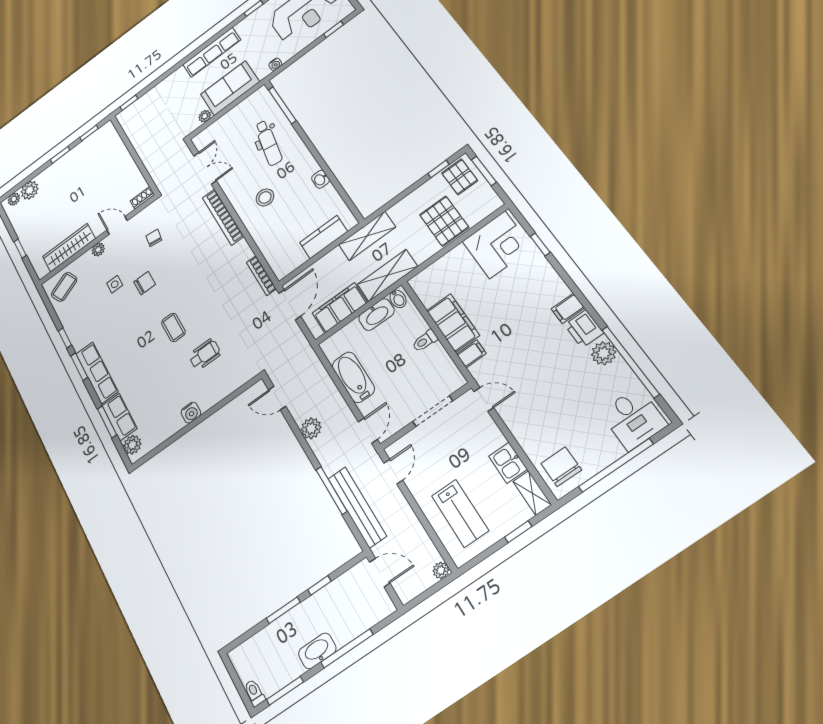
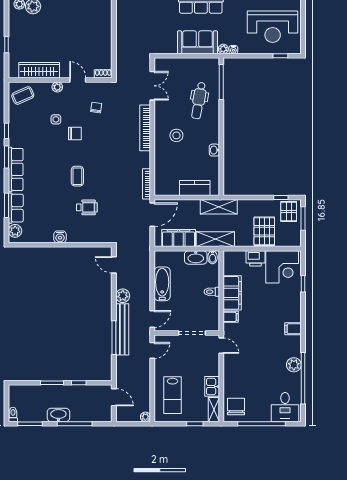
plant: (205, 116) -> (223, 49), moved
printer: (584, 329) -> (255, 258), moved, turned -90
bench: (357, 507) -> (122, 329), moved

